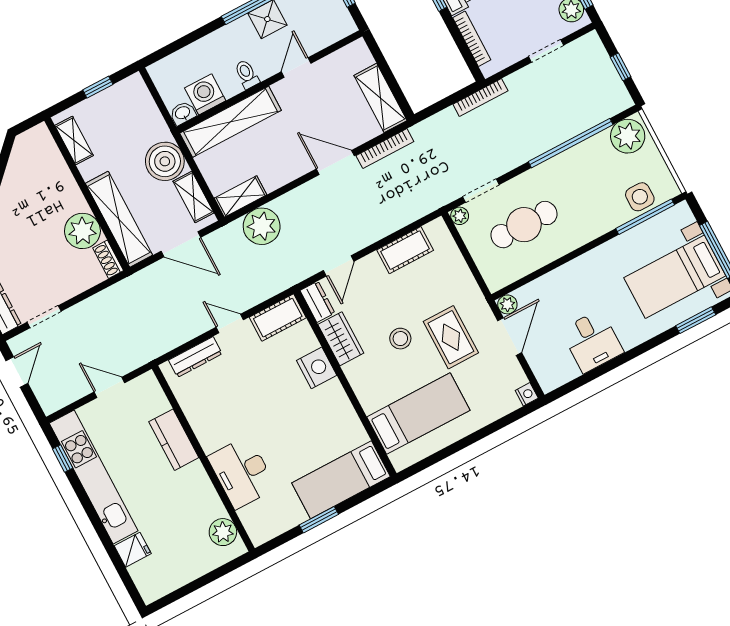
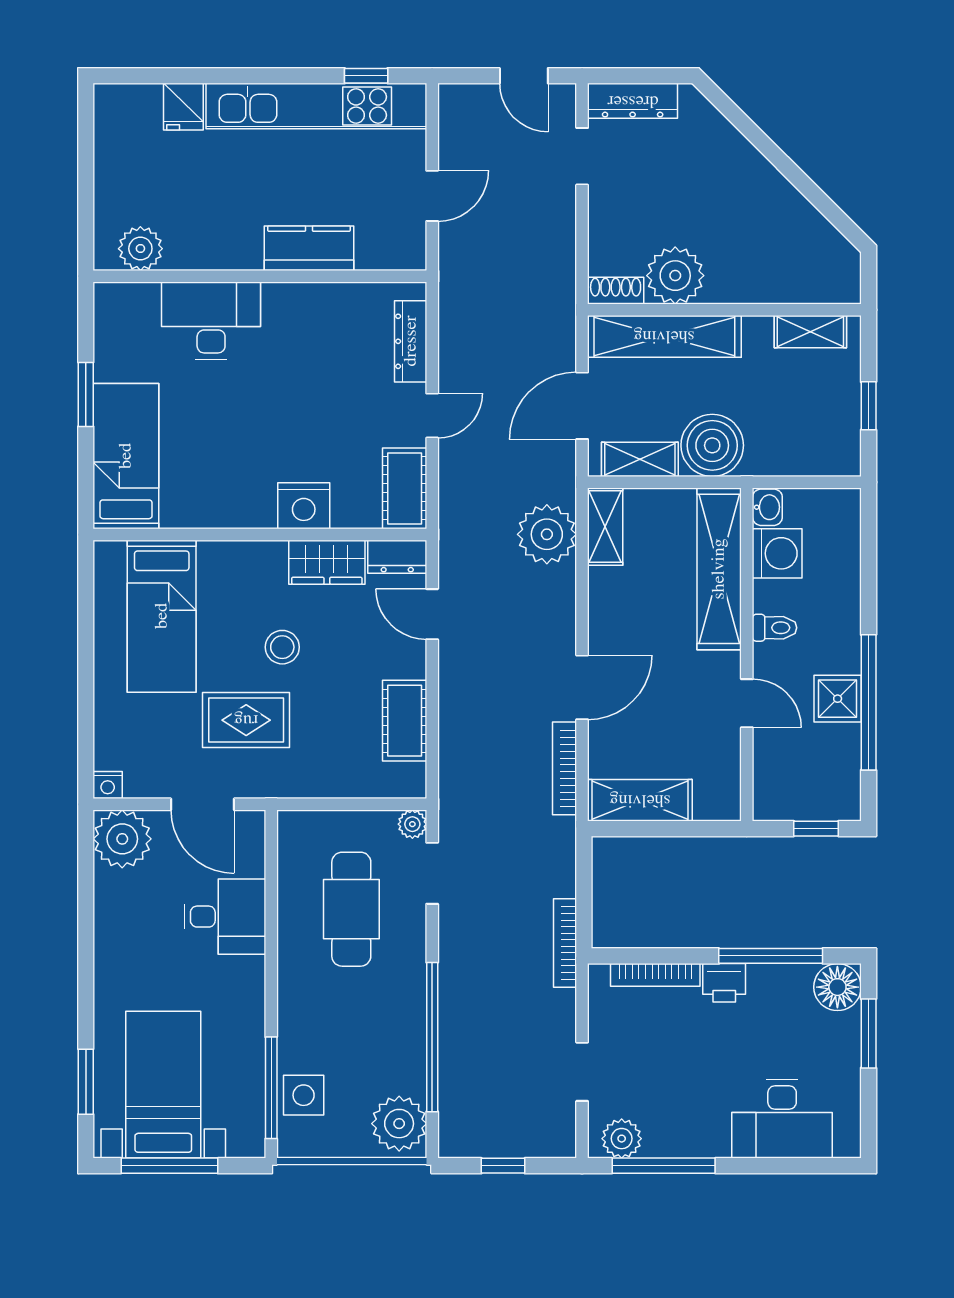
plant: (507, 304) -> (122, 839), moved, width x1.88, depth x1.88
desk: (592, 341) -> (225, 917), moved, turned 180

